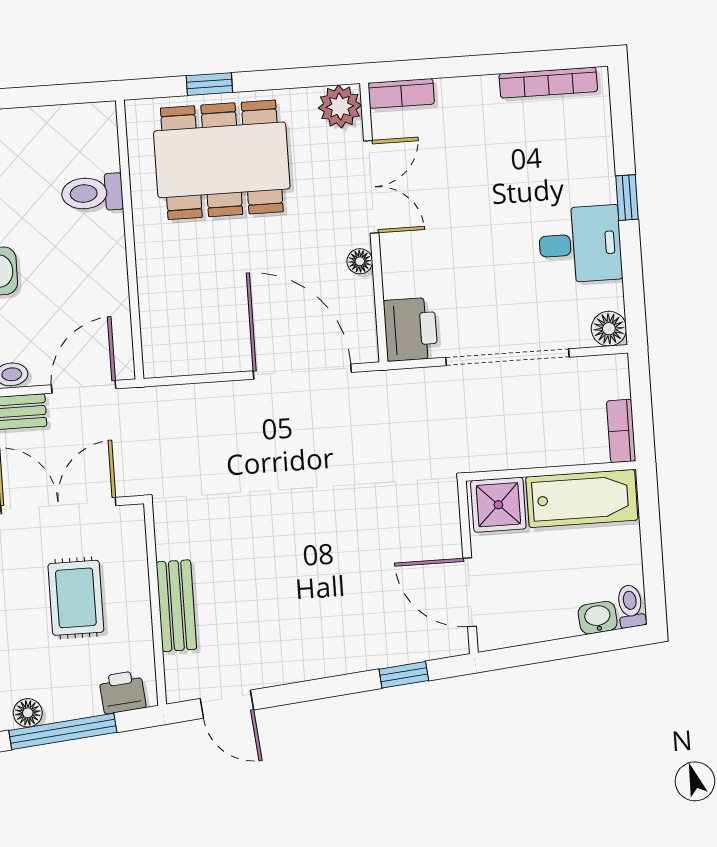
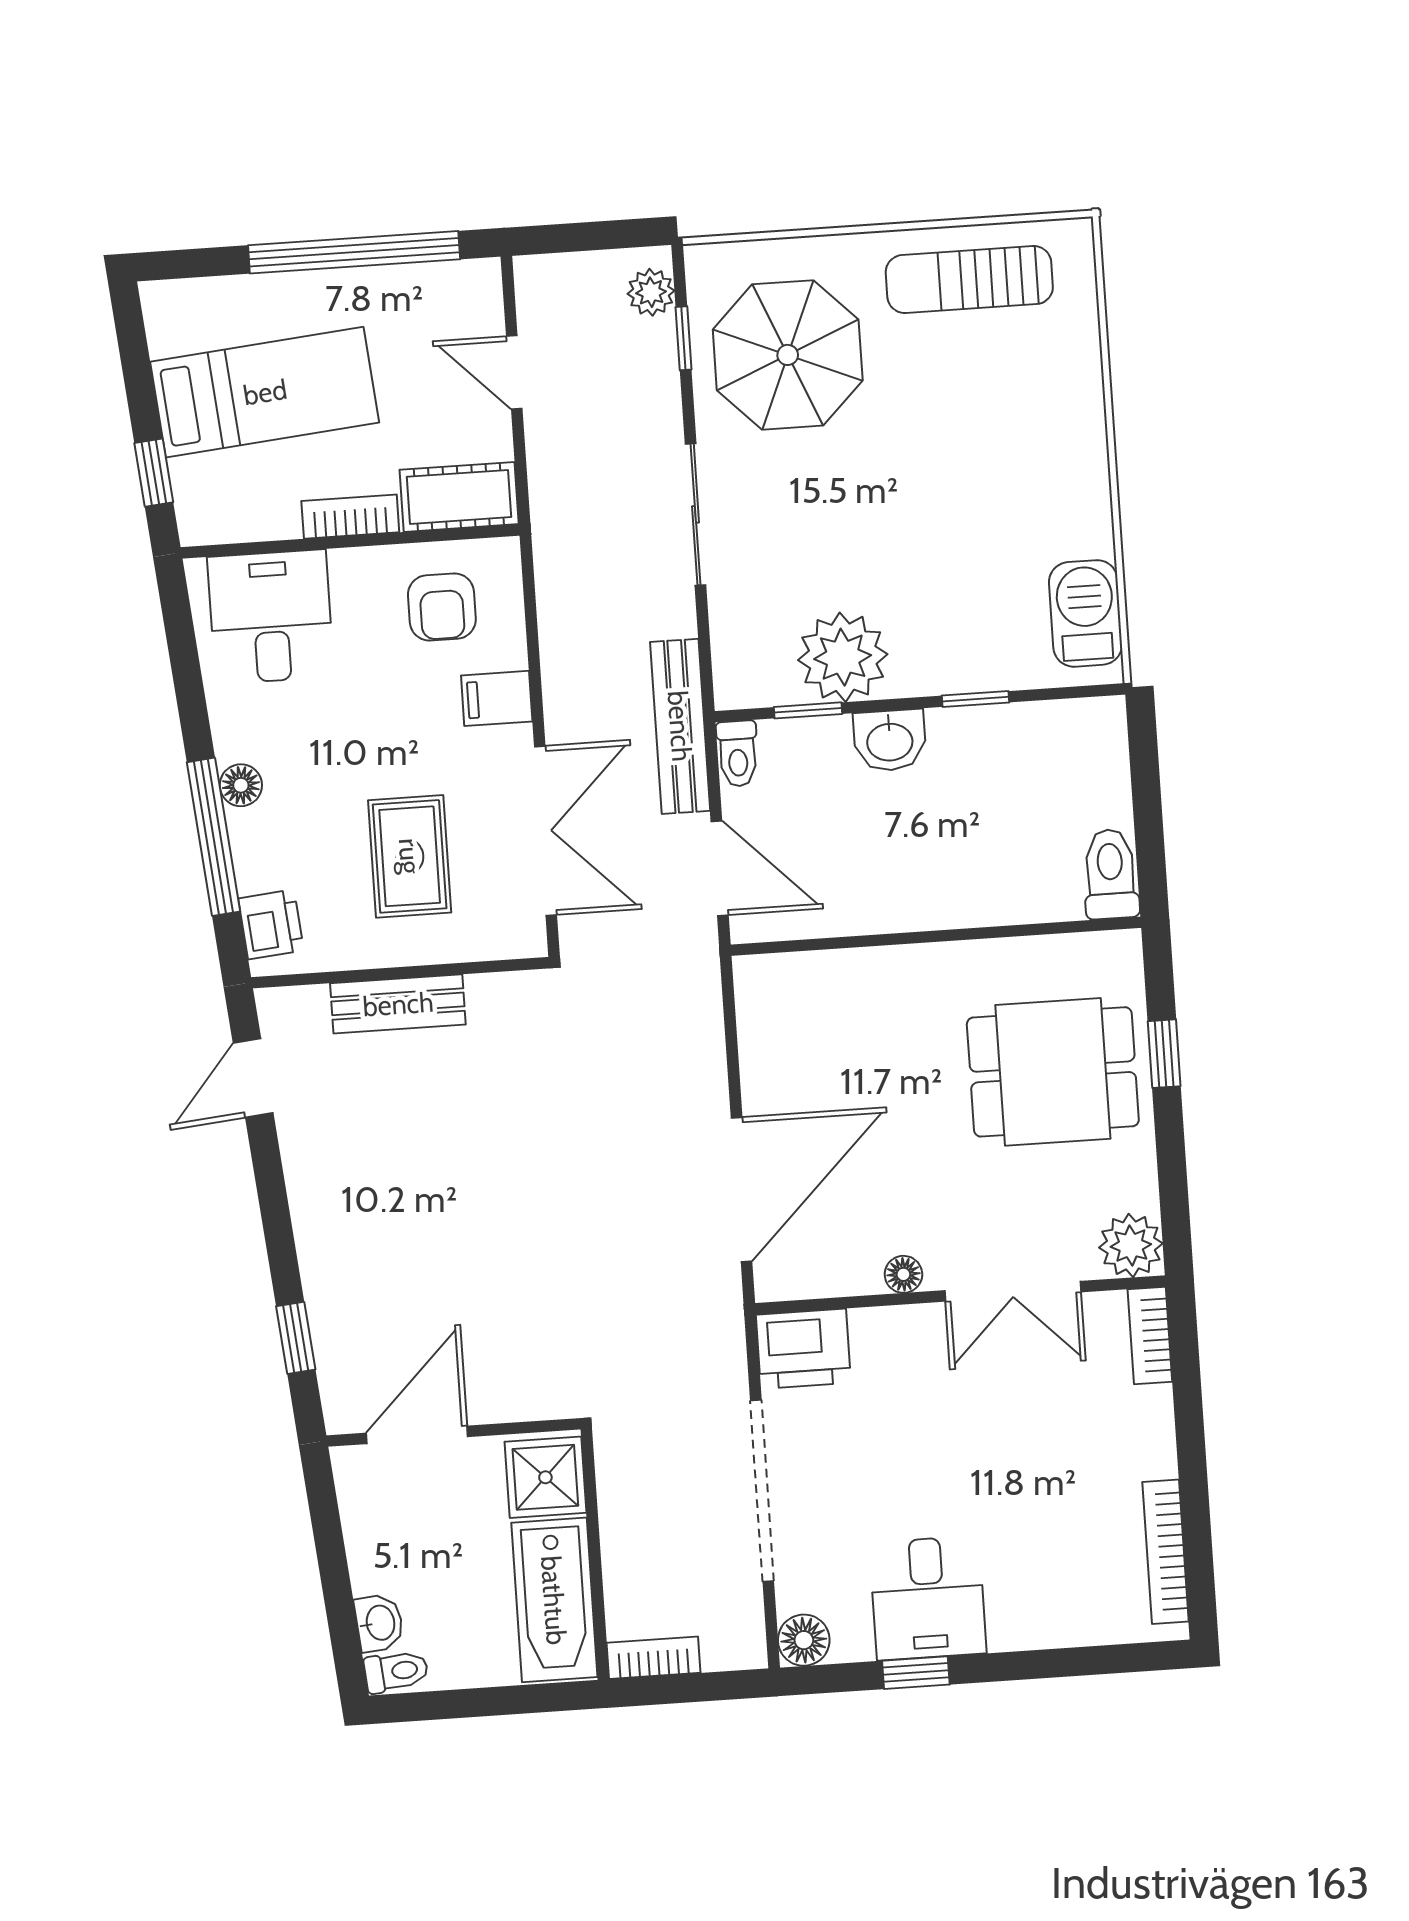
dining table: (222, 160) -> (1053, 1072), width x0.73
toilet: (92, 193) -> (1111, 874), moved
window: (627, 198) -> (916, 1673), moved
rug: (76, 598) -> (410, 856), turned 90

